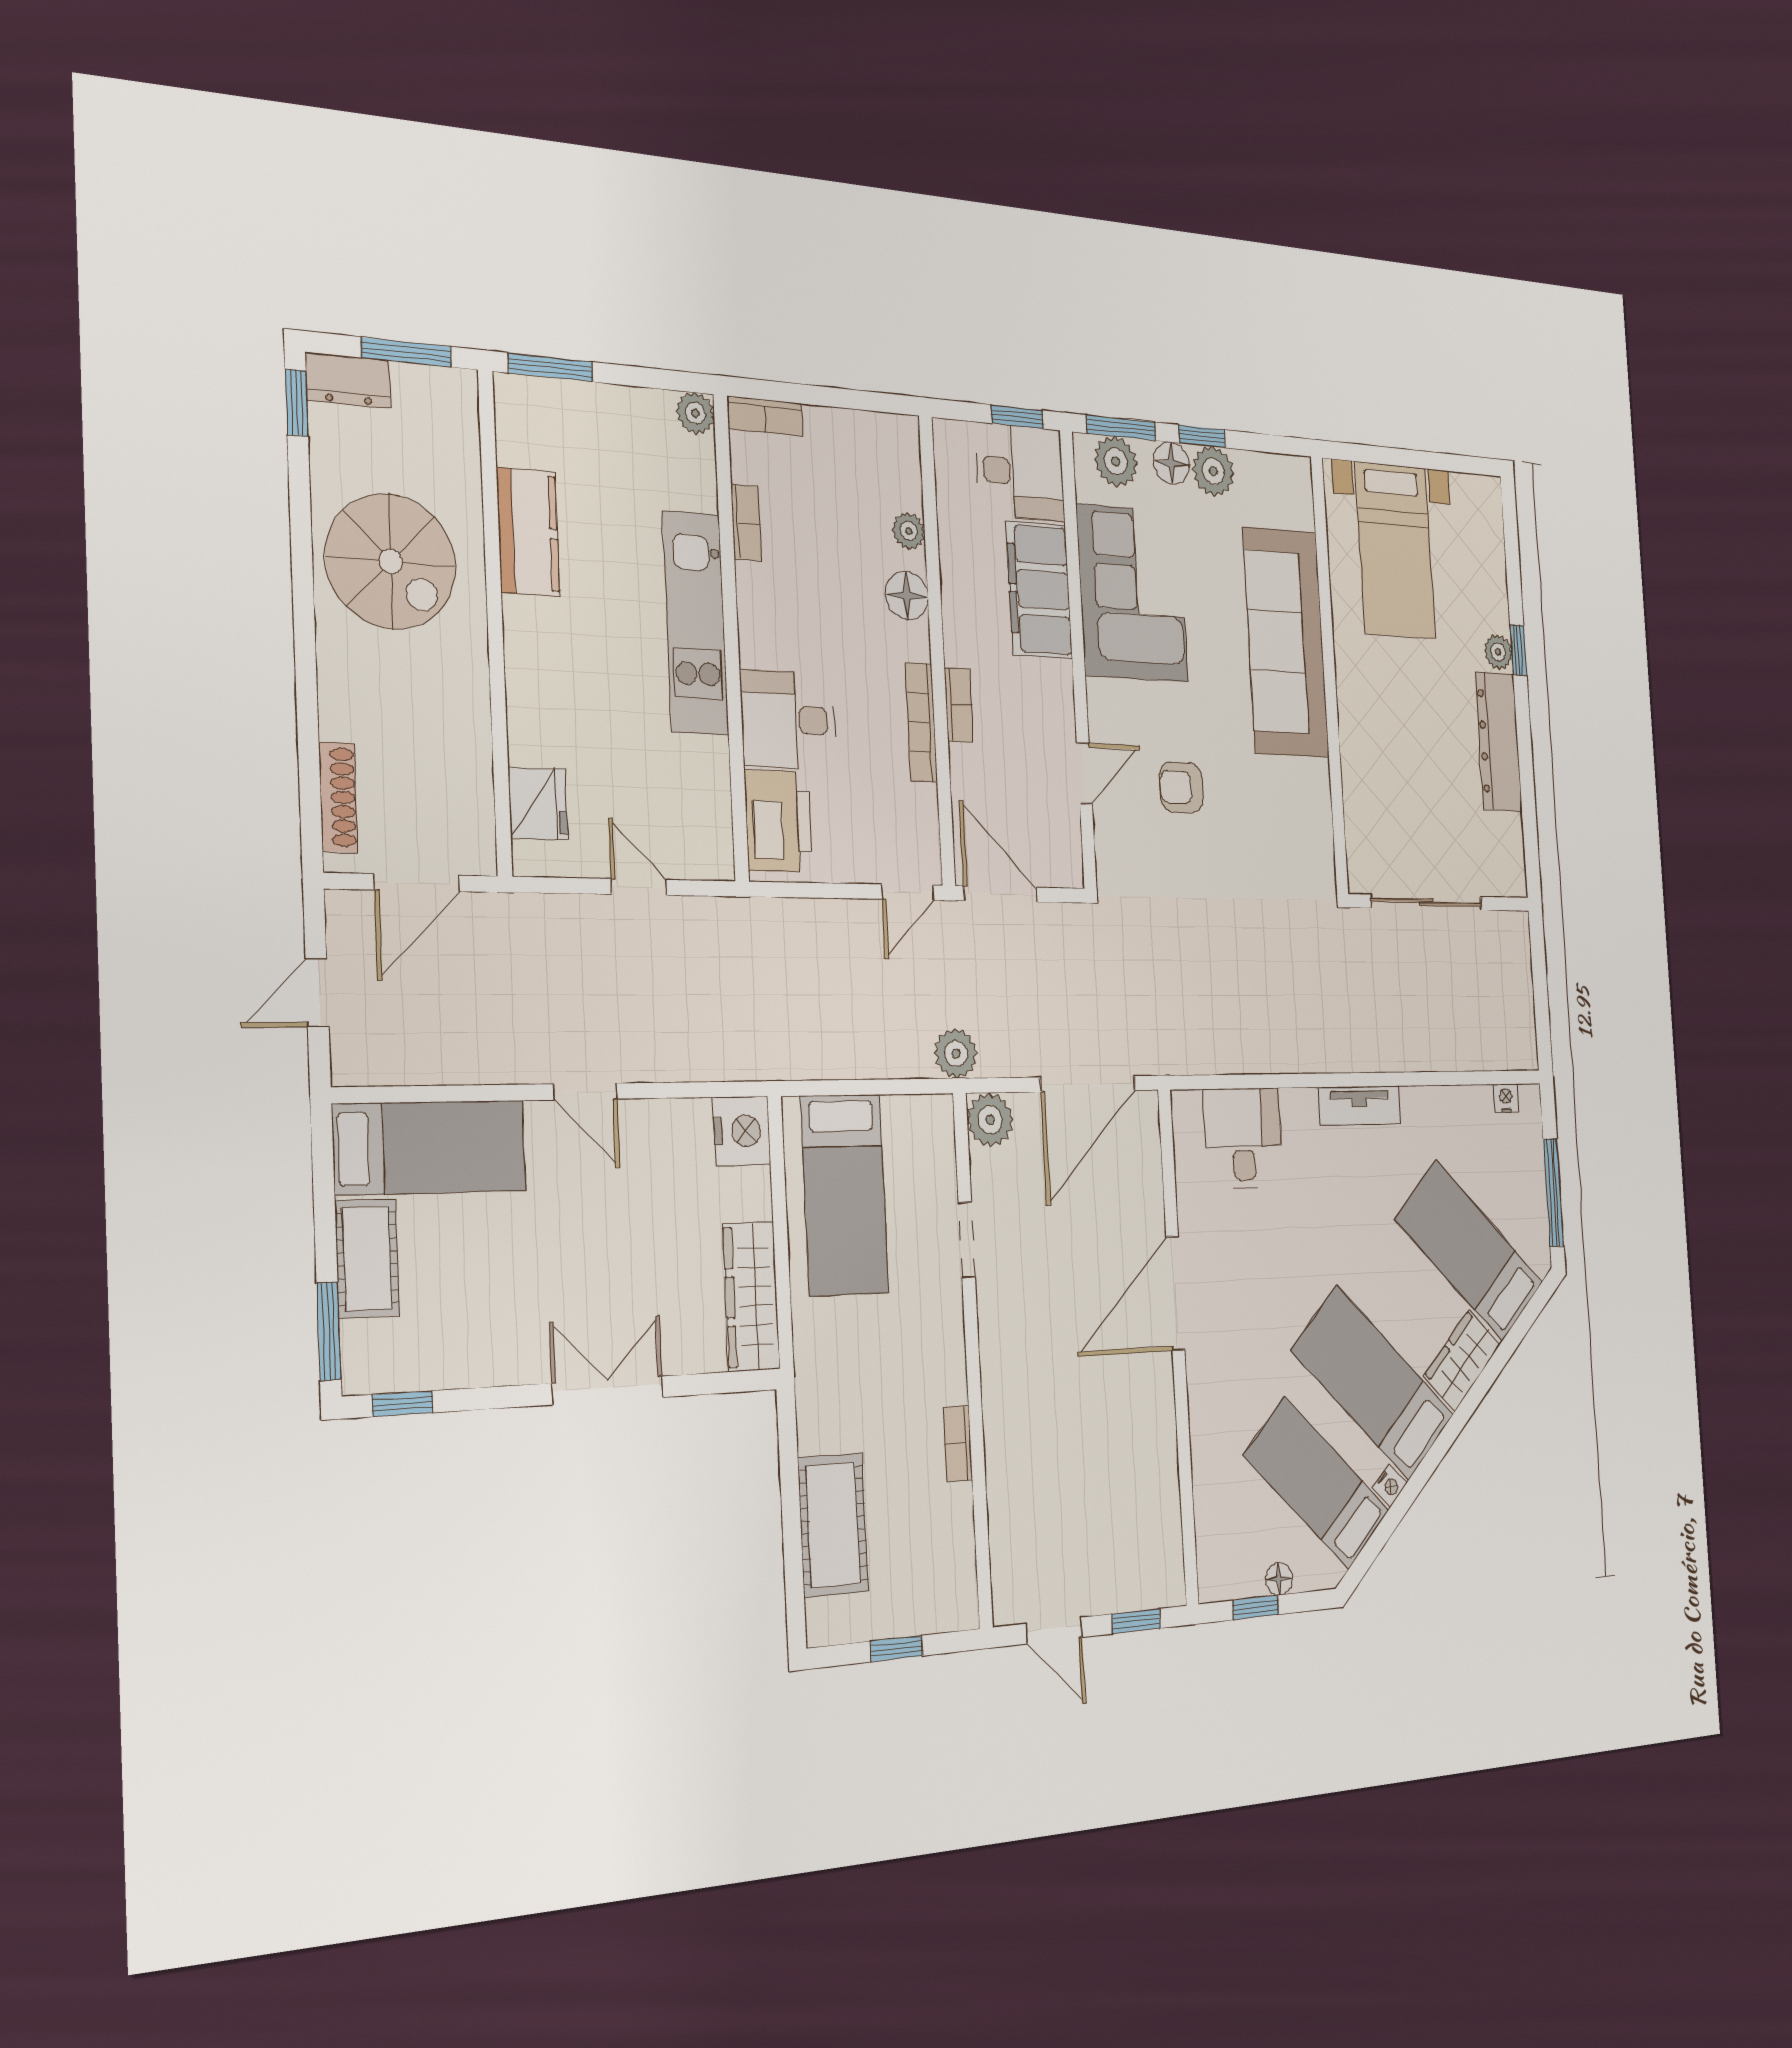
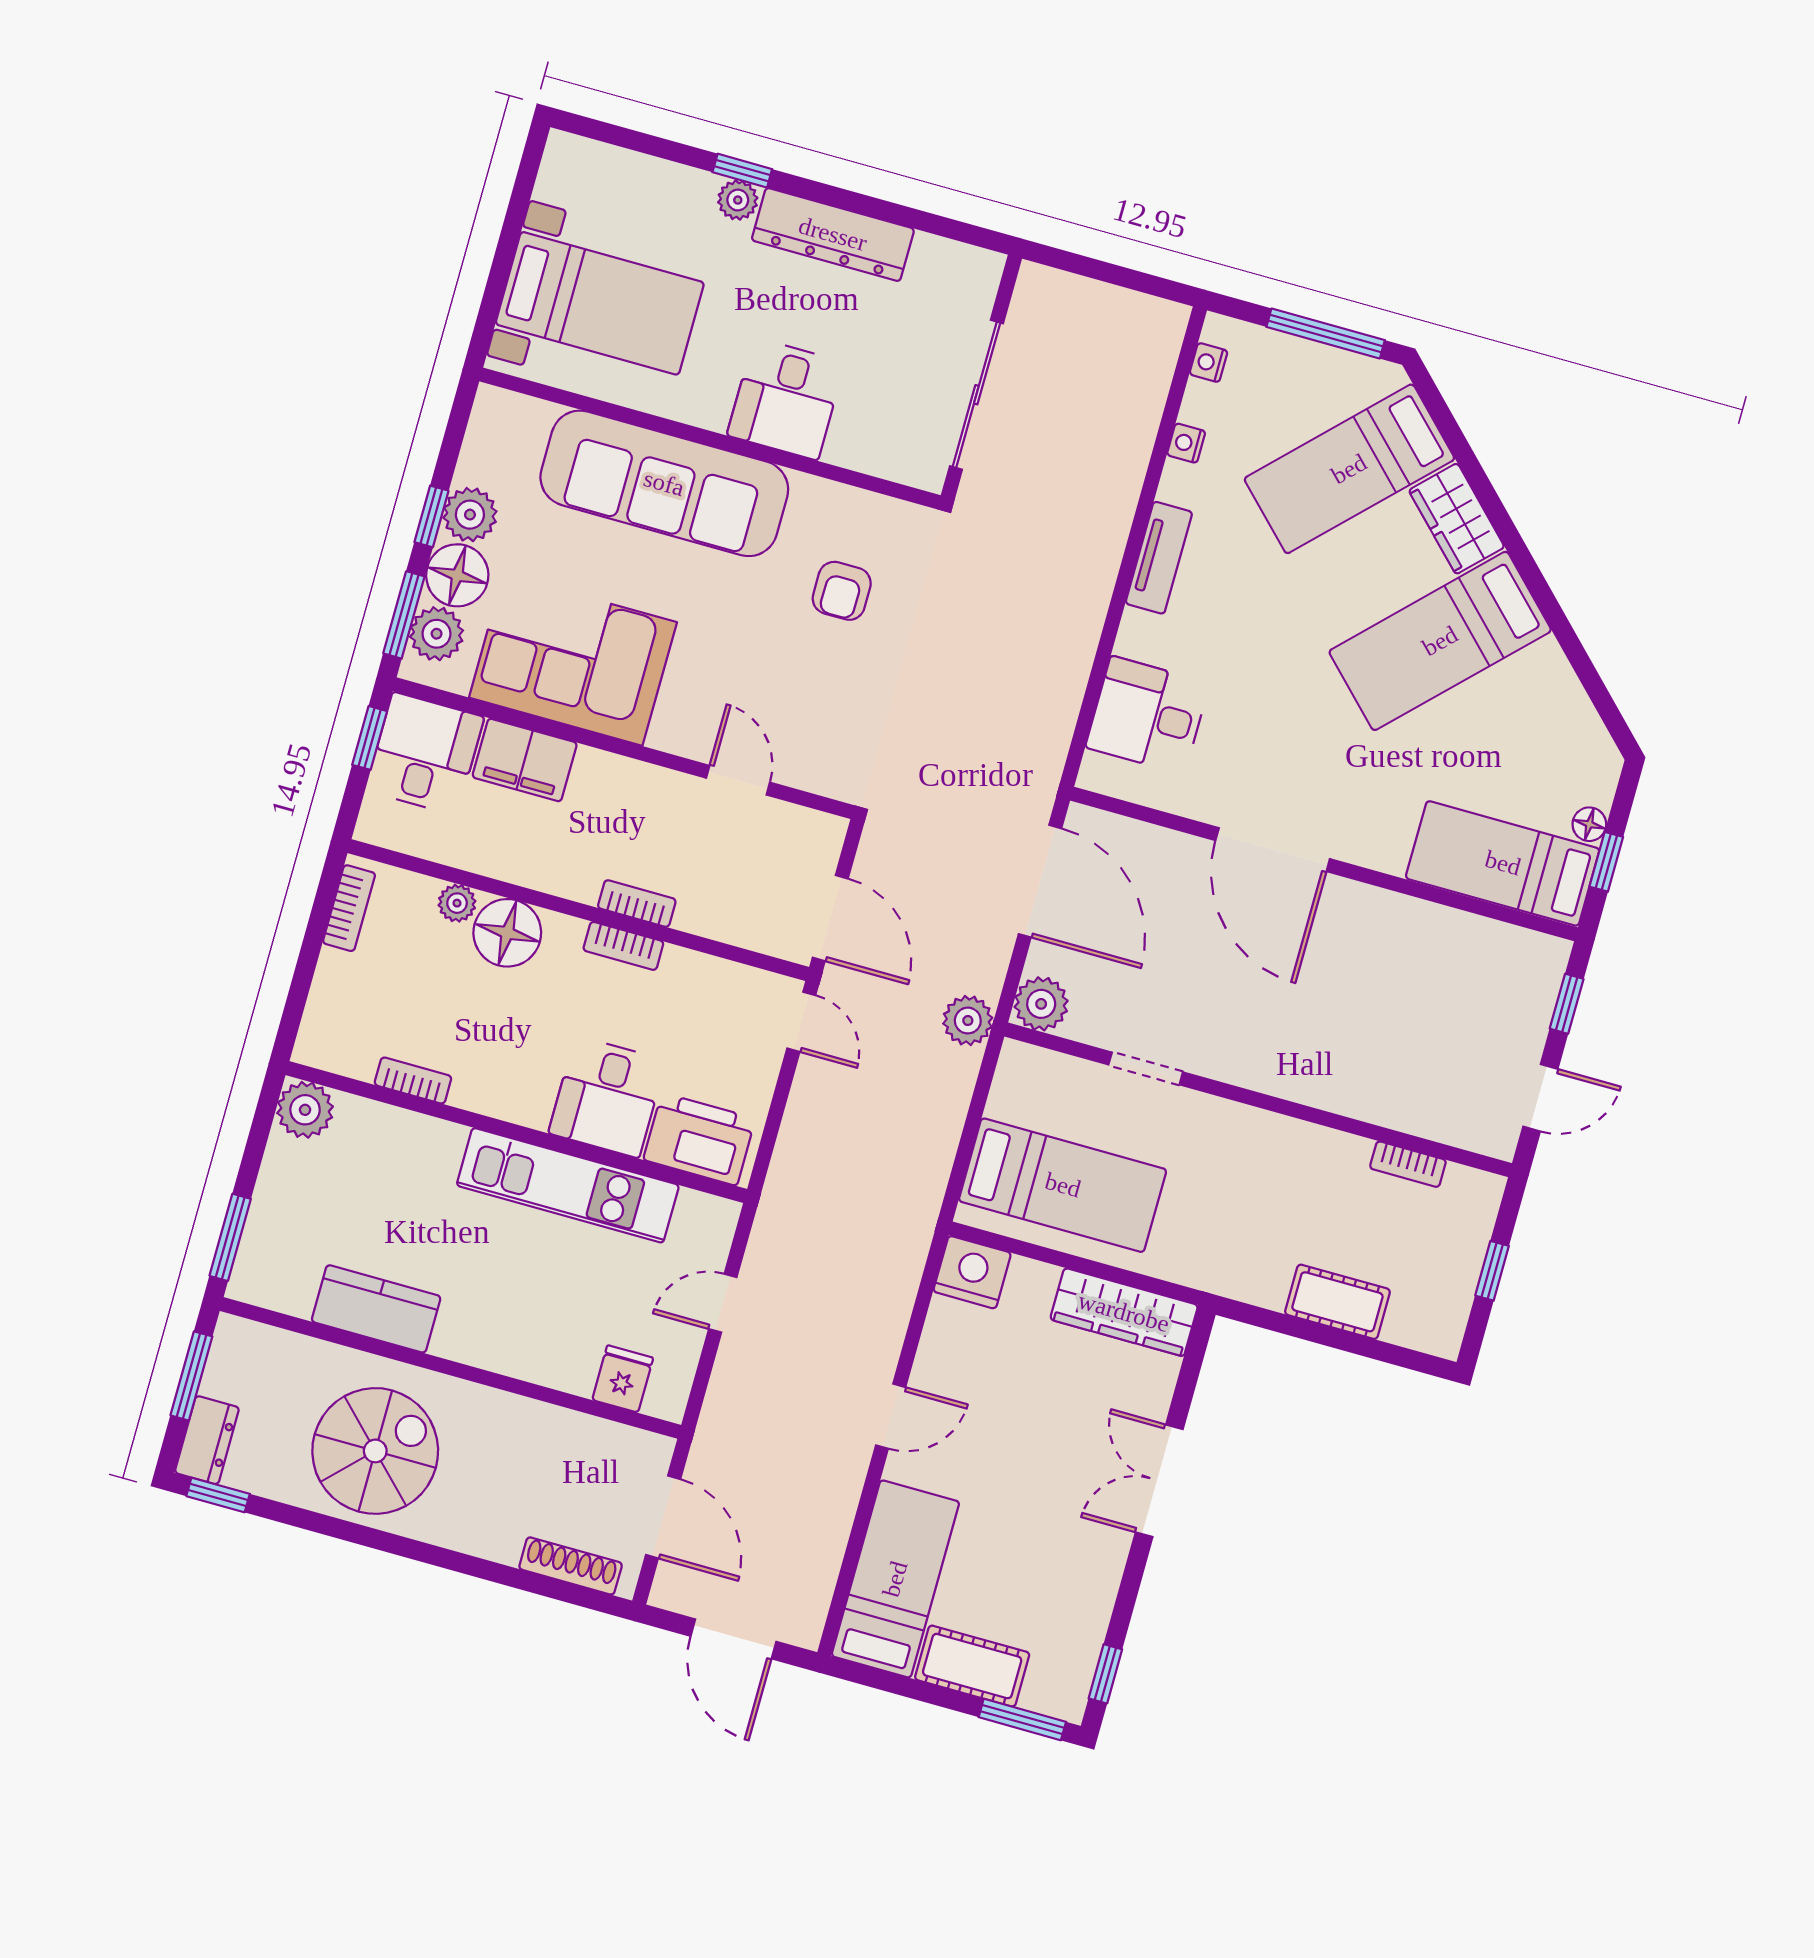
plant: (695, 413) -> (305, 1110), width x1.38, depth x1.38
bookcase: (765, 416) -> (349, 908), moved
floor lamp: (1171, 463) -> (457, 575), width x1.38, depth x1.38
filing cabinet: (1039, 590) -> (525, 760), width x0.67, depth x0.86
floor lamp: (907, 595) -> (507, 933), width x1.38, depth x1.38
kitchen unit: (696, 623) -> (568, 1185), moved
bookcase: (921, 722) -> (623, 946), width x0.64
desk: (1376, 734) -> (786, 399), added
armchair: (1181, 787) -> (842, 591), moved
fridge: (538, 804) -> (623, 1379), width x0.72
door: (1001, 894) -> (830, 918), swing flipped
door: (317, 993) -> (733, 1639), width x1.38
bookcase: (958, 1443) -> (1408, 1164), moved
bed: (1317, 1483) -> (1503, 863), moved, turned 45
nightstand: (1390, 1485) -> (1186, 443), moved, turned -135
cot: (833, 1525) -> (1337, 1302), width x0.73, depth x0.75

